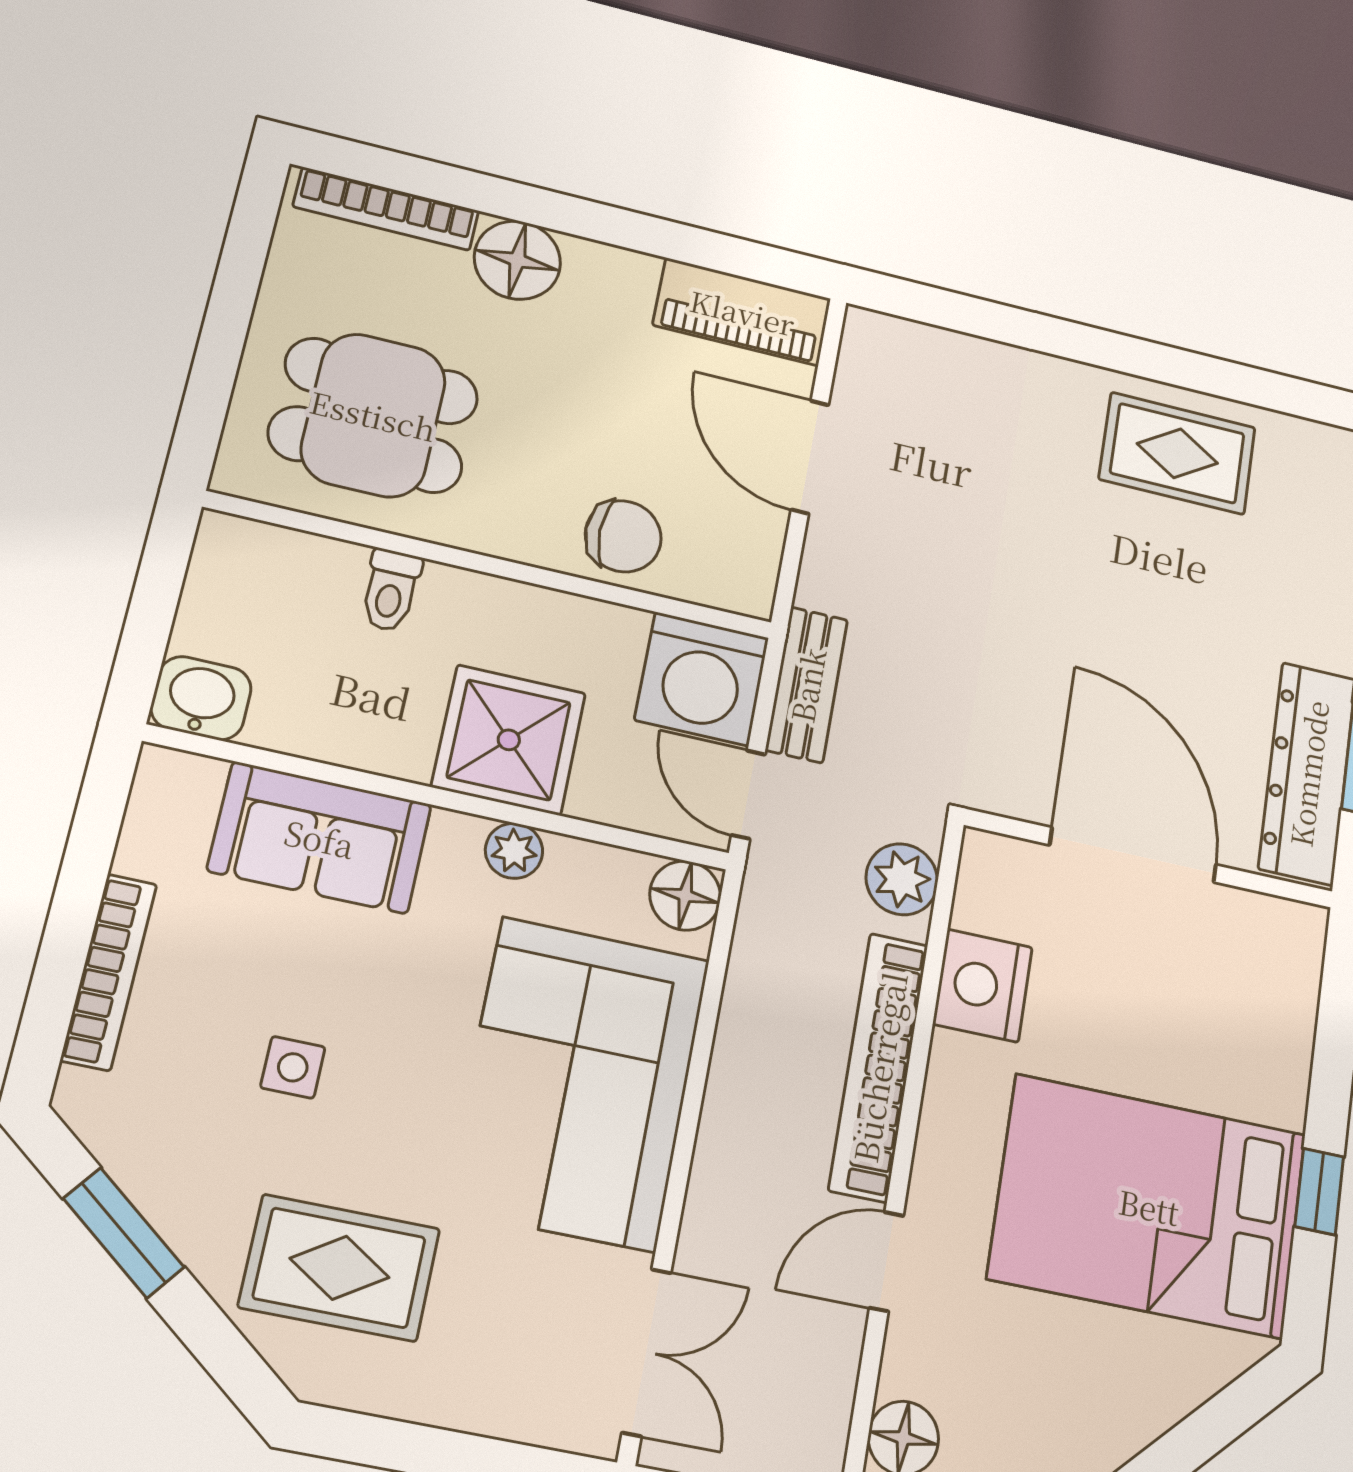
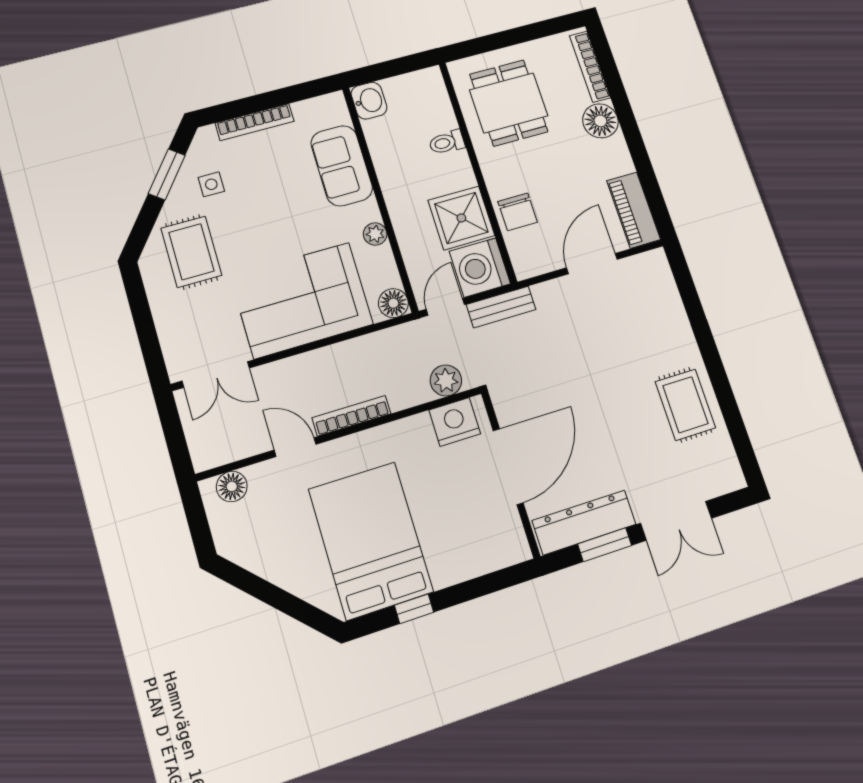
shower: (509, 740) -> (461, 218), moved
nightstand: (983, 986) -> (455, 422), moved
side table: (293, 1067) -> (211, 184), moved
bookcase: (879, 1067) -> (352, 416), width x0.68, depth x0.76

